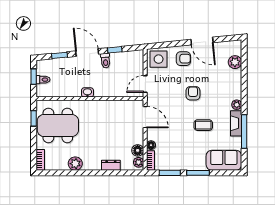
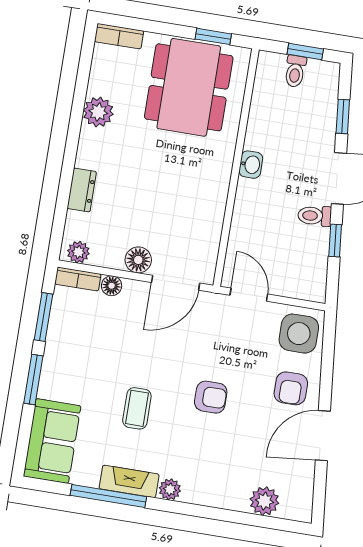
floor lamp: (138, 150) -> (138, 260), moved

